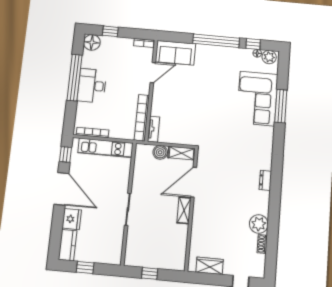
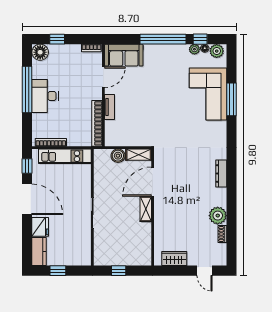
plant: (247, 53) -> (194, 49), added
tv unit: (154, 129) -> (109, 107), moved
dresser: (265, 180) -> (221, 174), width x1.44

